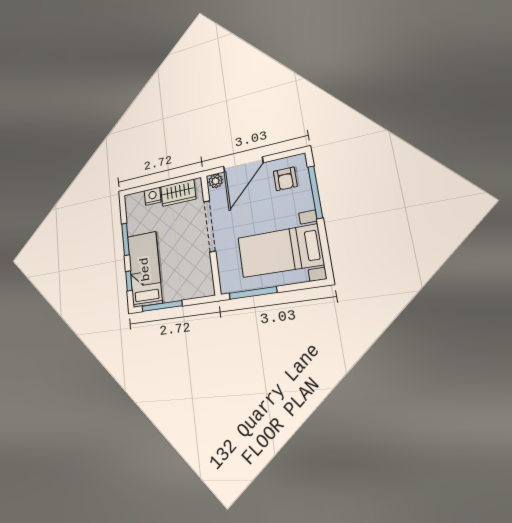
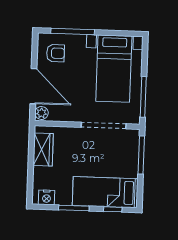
nightstand: (153, 196) -> (47, 197), moved, turned -90
doorway: (210, 226) -> (104, 126), moved
window: (162, 306) -> (141, 155), moved

